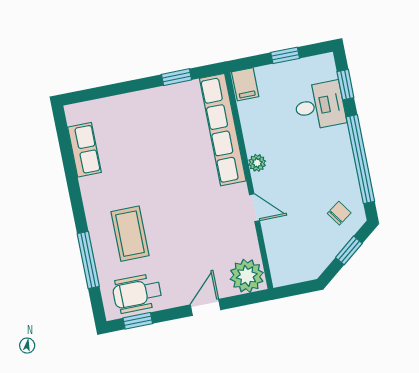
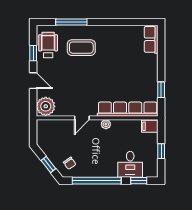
row of seats: (85, 150) -> (151, 39), moved, turned 90
window: (138, 321) -> (33, 53), moved

